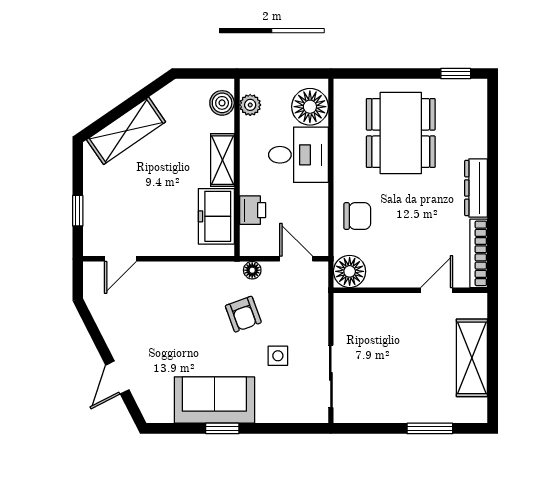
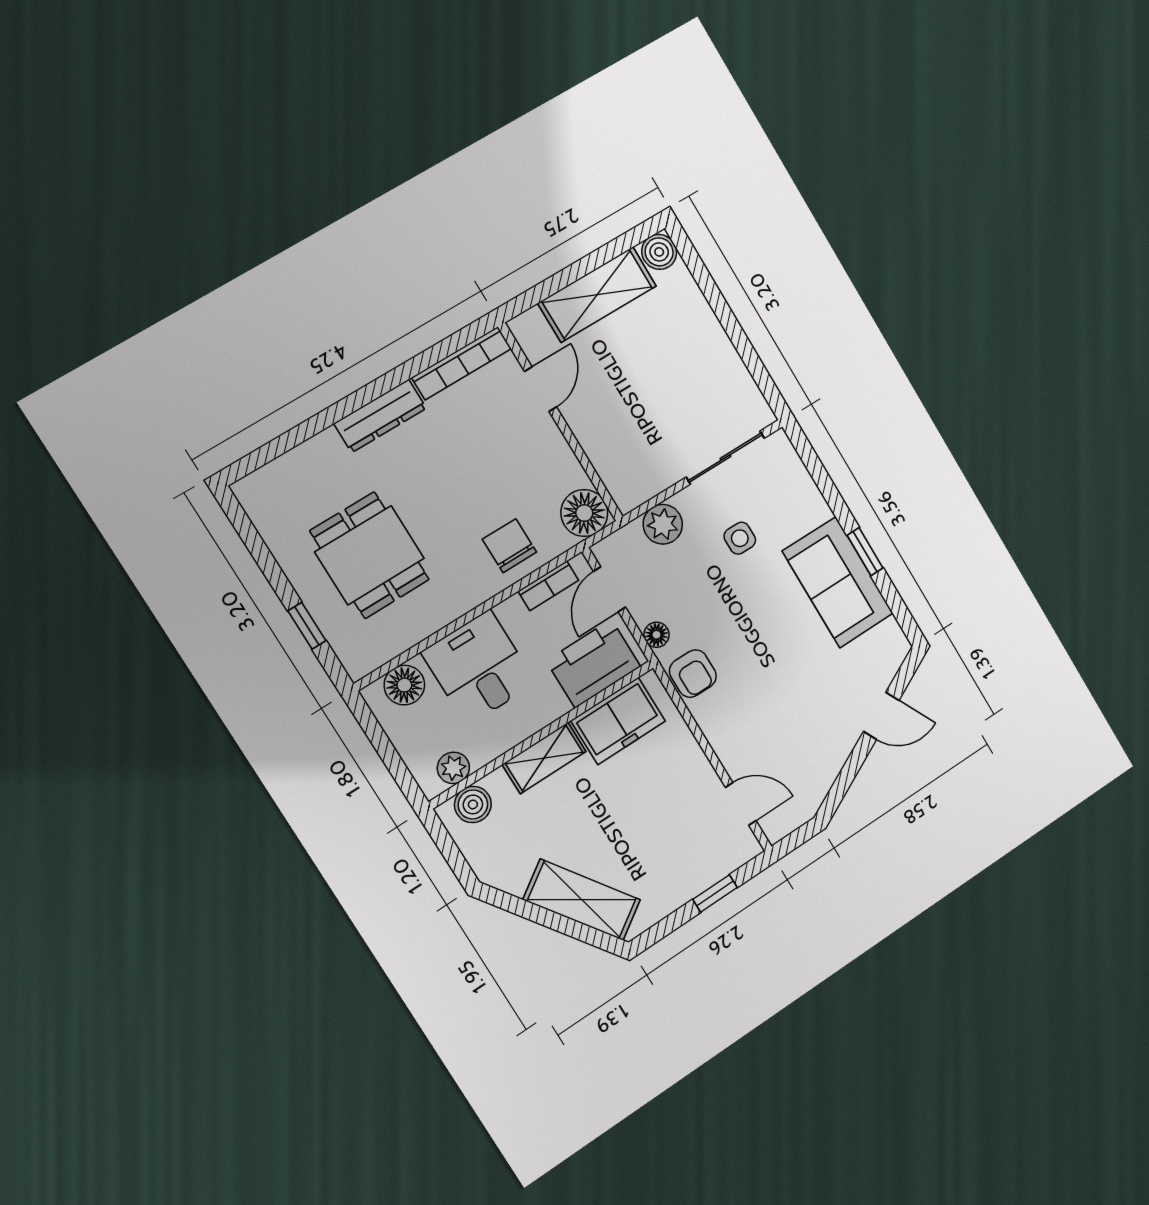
window: (456, 74) -> (307, 626), moved
floor lamp: (310, 107) -> (404, 685), width x0.73, depth x0.73
dining table: (401, 133) -> (370, 555), width x0.73
printer: (253, 210) -> (593, 664), width x1.87, depth x1.48
bookcase: (320, 224) -> (548, 586), added
door: (437, 290) -> (541, 389), swing flipped
armchair: (243, 314) -> (693, 674), moved, turned 110
plant: (315, 314) -> (663, 524), added
boiler: (475, 411) -> (659, 252), added
window: (430, 428) -> (714, 297), removed

